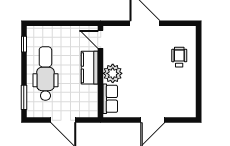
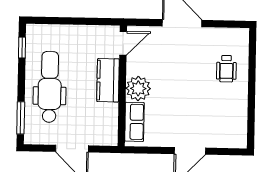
door: (101, 39) -> (123, 43), swing flipped
wheelchair: (179, 57) -> (226, 69), turned 180

